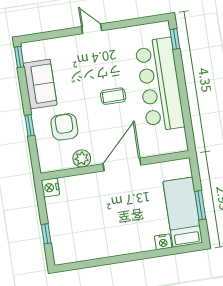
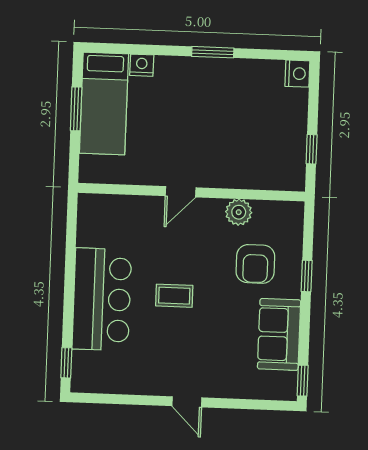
bar counter: (160, 85) -> (102, 299), width x0.73
door: (122, 164) -> (181, 192), width x0.53
nightstand: (50, 187) -> (297, 74), moved
window: (46, 234) -> (312, 149), moved
window: (119, 259) -> (213, 52), added

